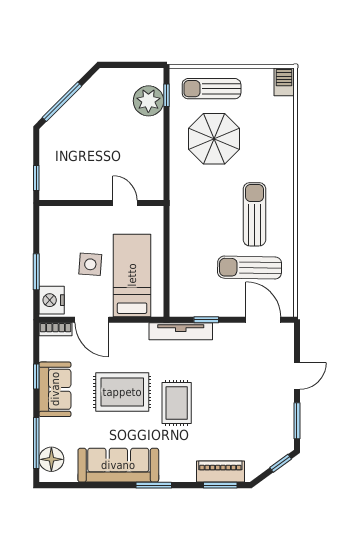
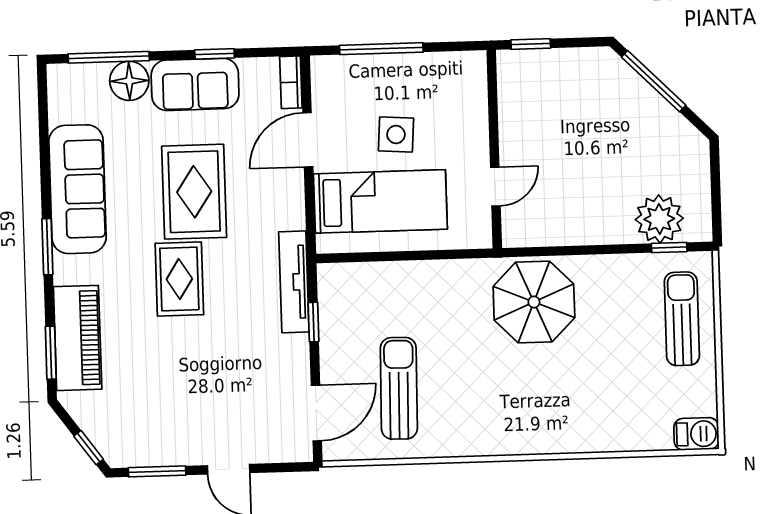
parasol: (214, 139) -> (534, 302), moved
sun lounger: (254, 214) -> (484, 393), removed
window: (36, 272) -> (381, 49), width x1.44
nightstand: (52, 300) -> (337, 75), removed
rug: (177, 403) -> (179, 279), turned 90
floor lamp: (51, 459) -> (129, 81), moved
piano: (220, 472) -> (78, 338), width x1.37, depth x1.33

